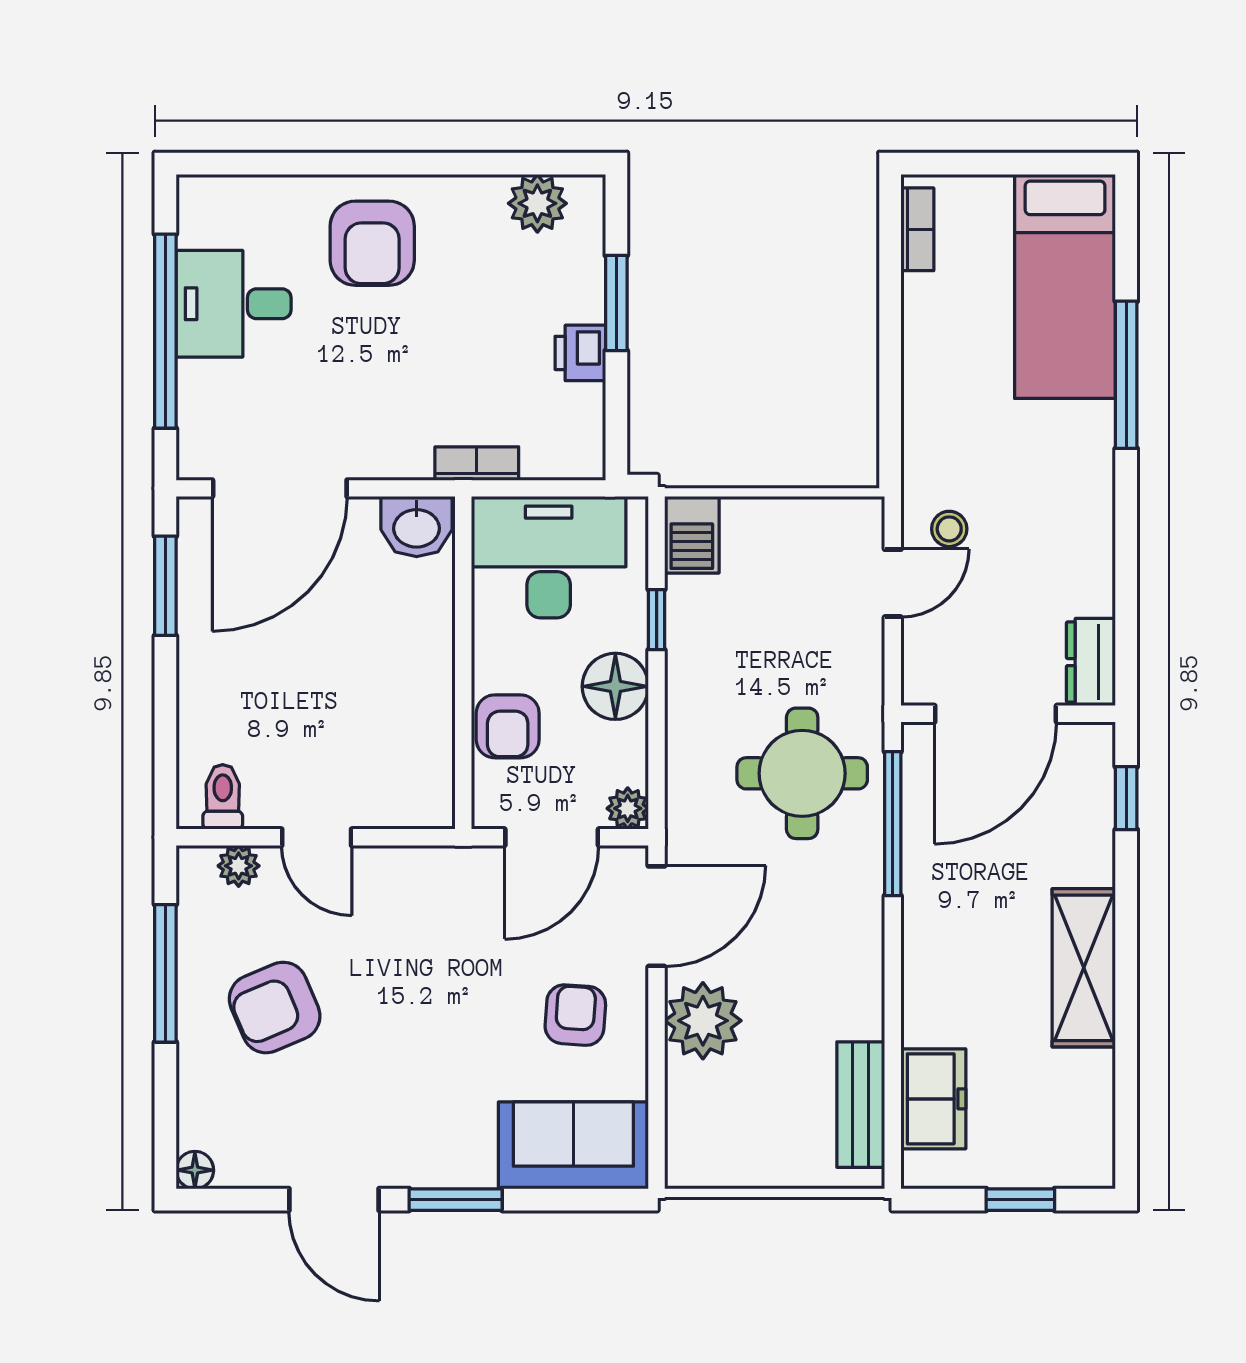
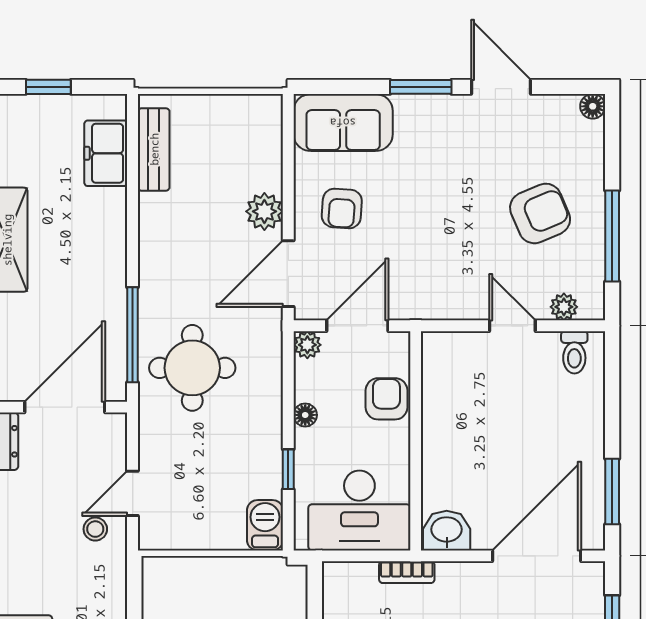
floor lamp: (615, 686) -> (305, 415), width x0.53, depth x0.53
plant: (703, 1021) -> (264, 211), width x0.73, depth x0.73

